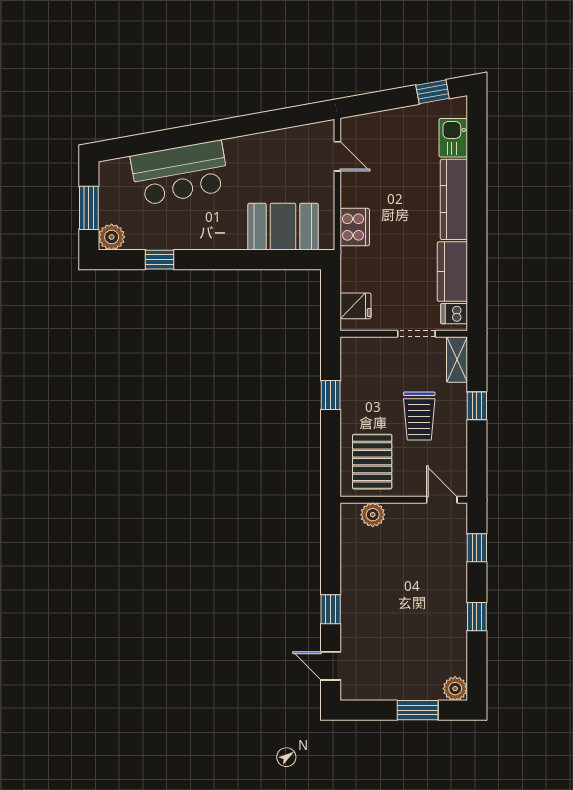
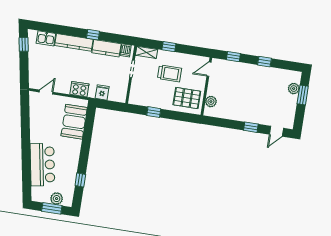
plant: (112, 237) -> (57, 199), moved
window: (477, 238) -> (93, 35), added
fridge: (356, 306) -> (102, 92), moved
plant: (455, 689) -> (294, 89), moved

